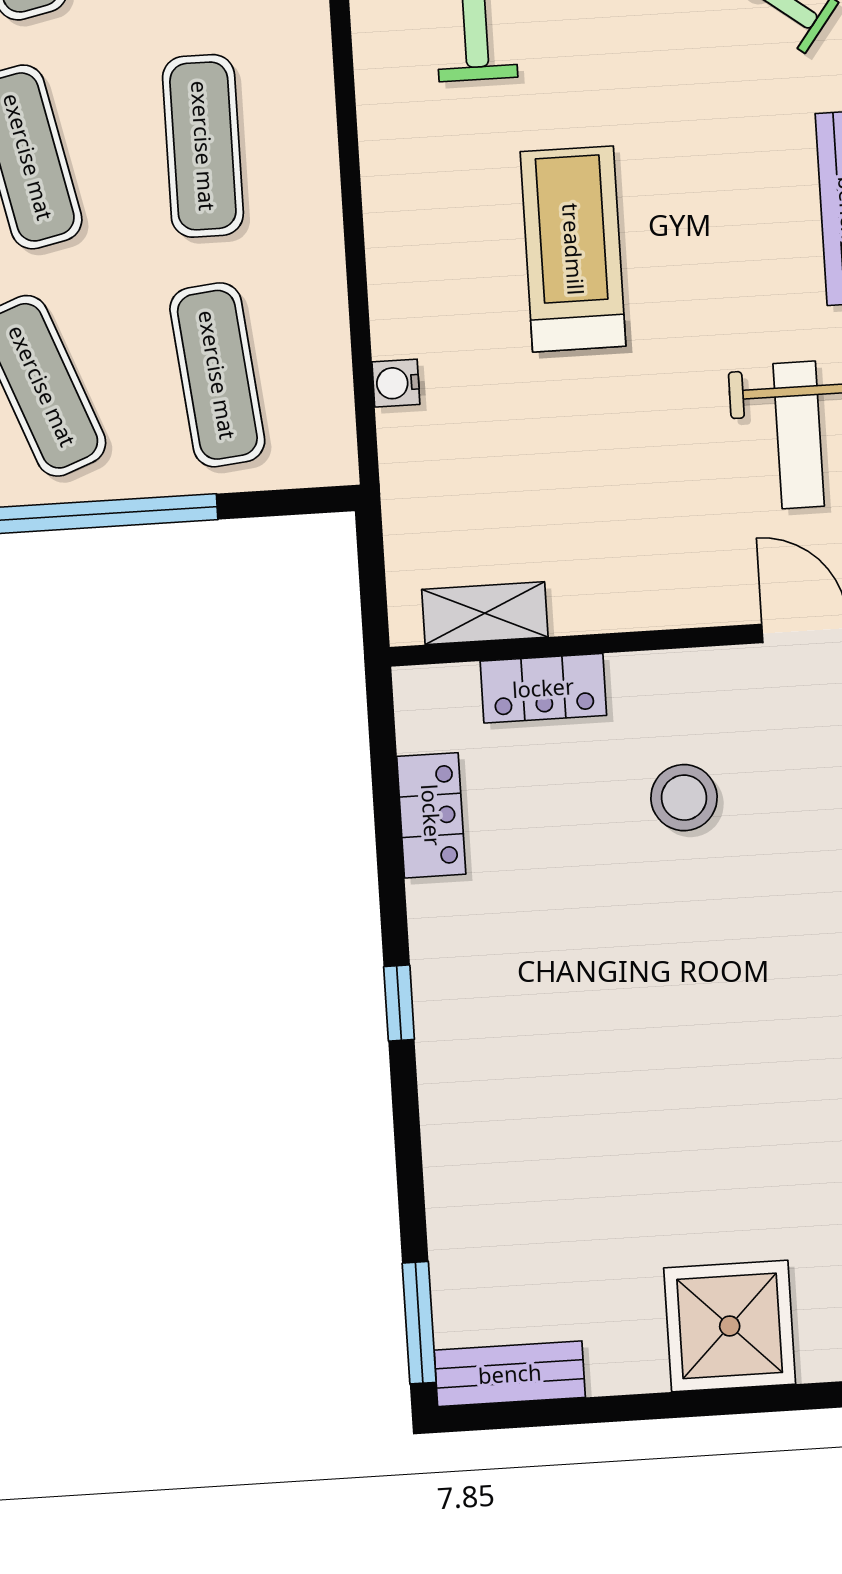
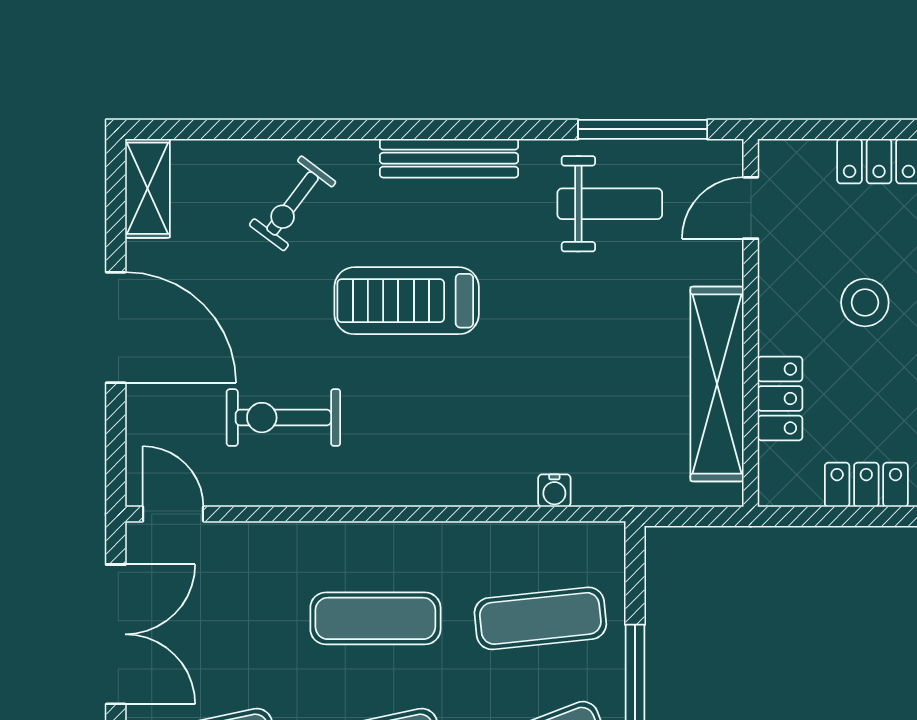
treadmill: (573, 249) -> (407, 301), moved
shelving: (485, 613) -> (717, 384), width x2.20, depth x1.33

